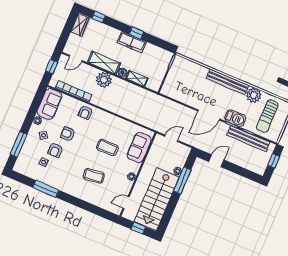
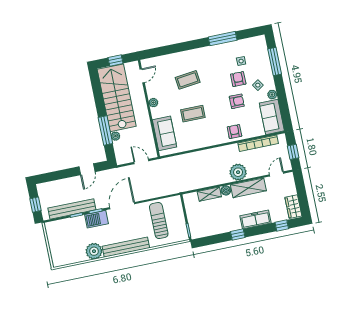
freezer: (132, 42) -> (256, 219), moved
sun lounger: (267, 116) -> (159, 221), moved
door: (171, 138) -> (141, 161), swing flipped

